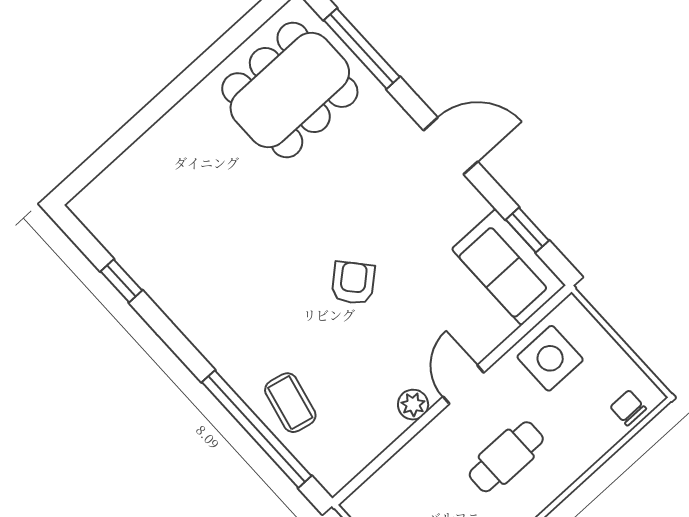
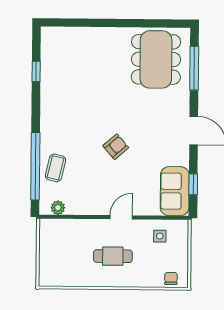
dining table: (290, 90) -> (156, 59), turned 90
side table: (550, 358) -> (160, 236), width x0.54, depth x0.54
plant: (413, 405) -> (58, 208), moved

